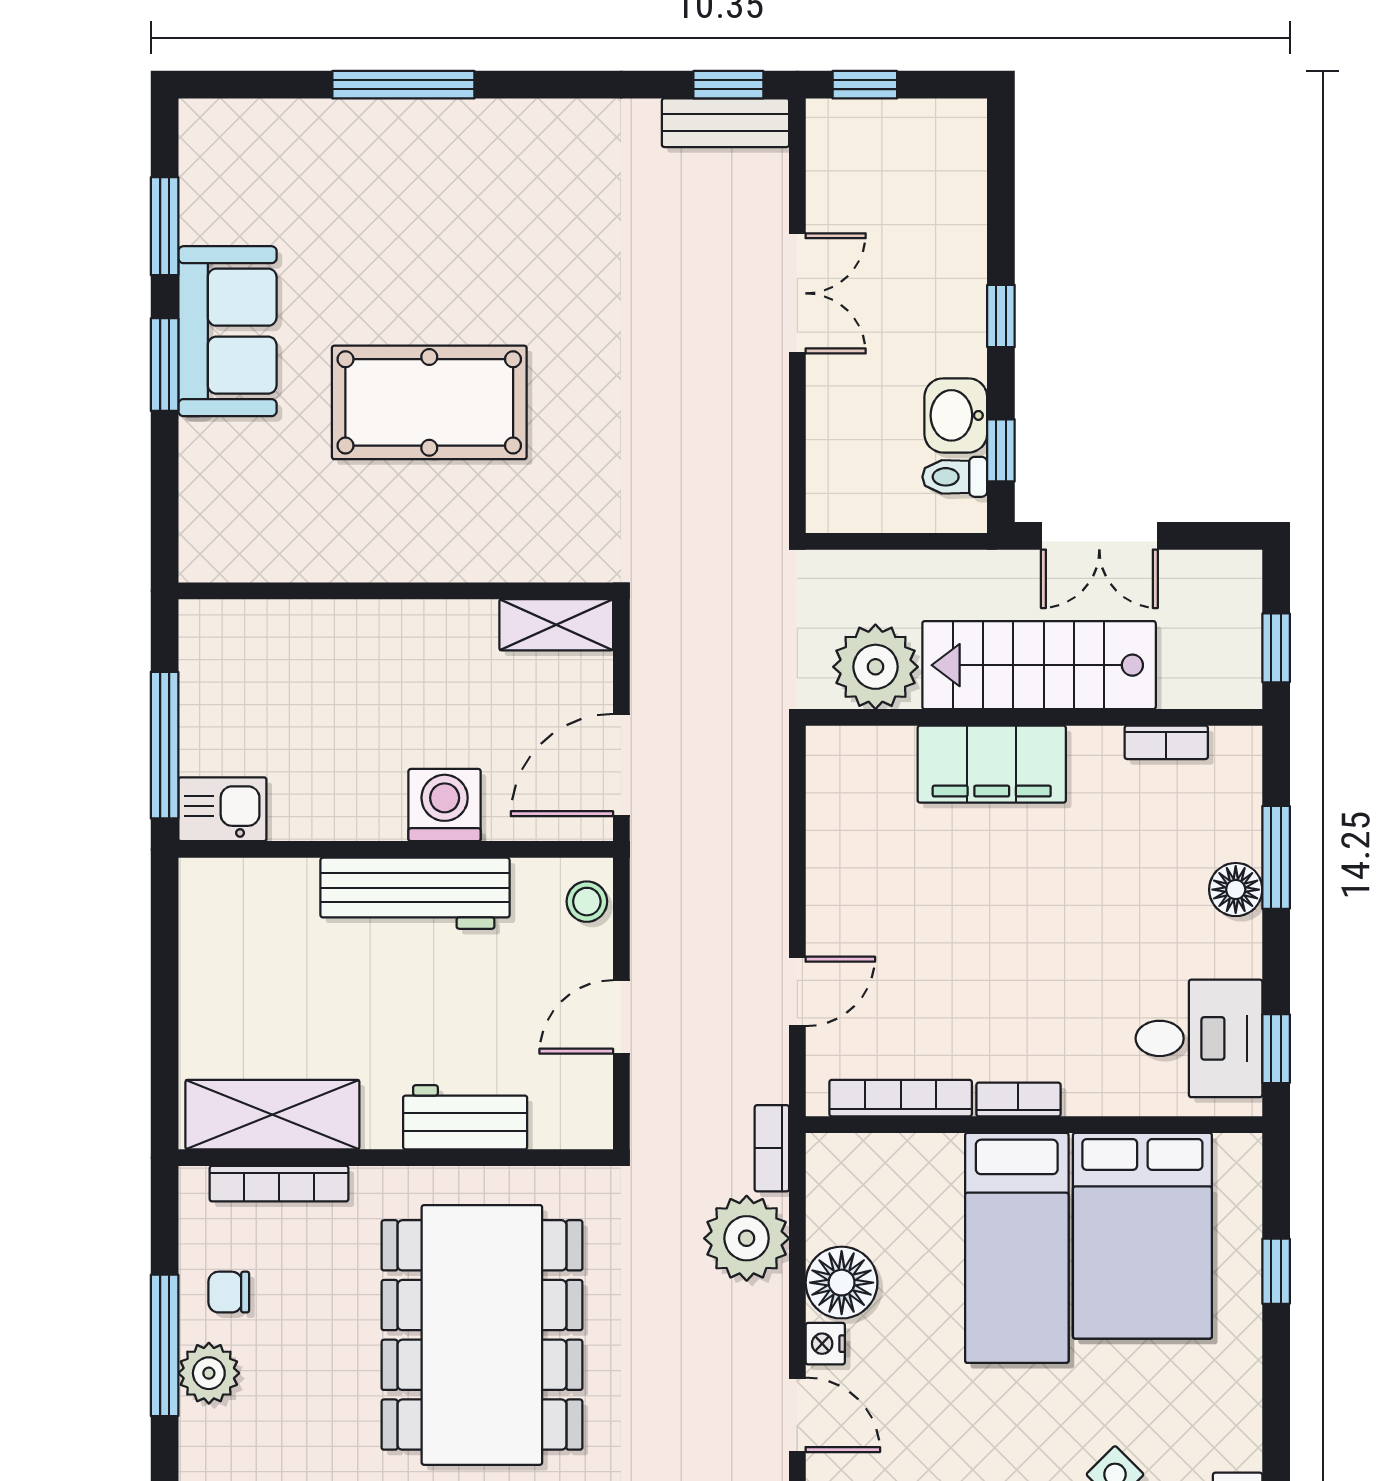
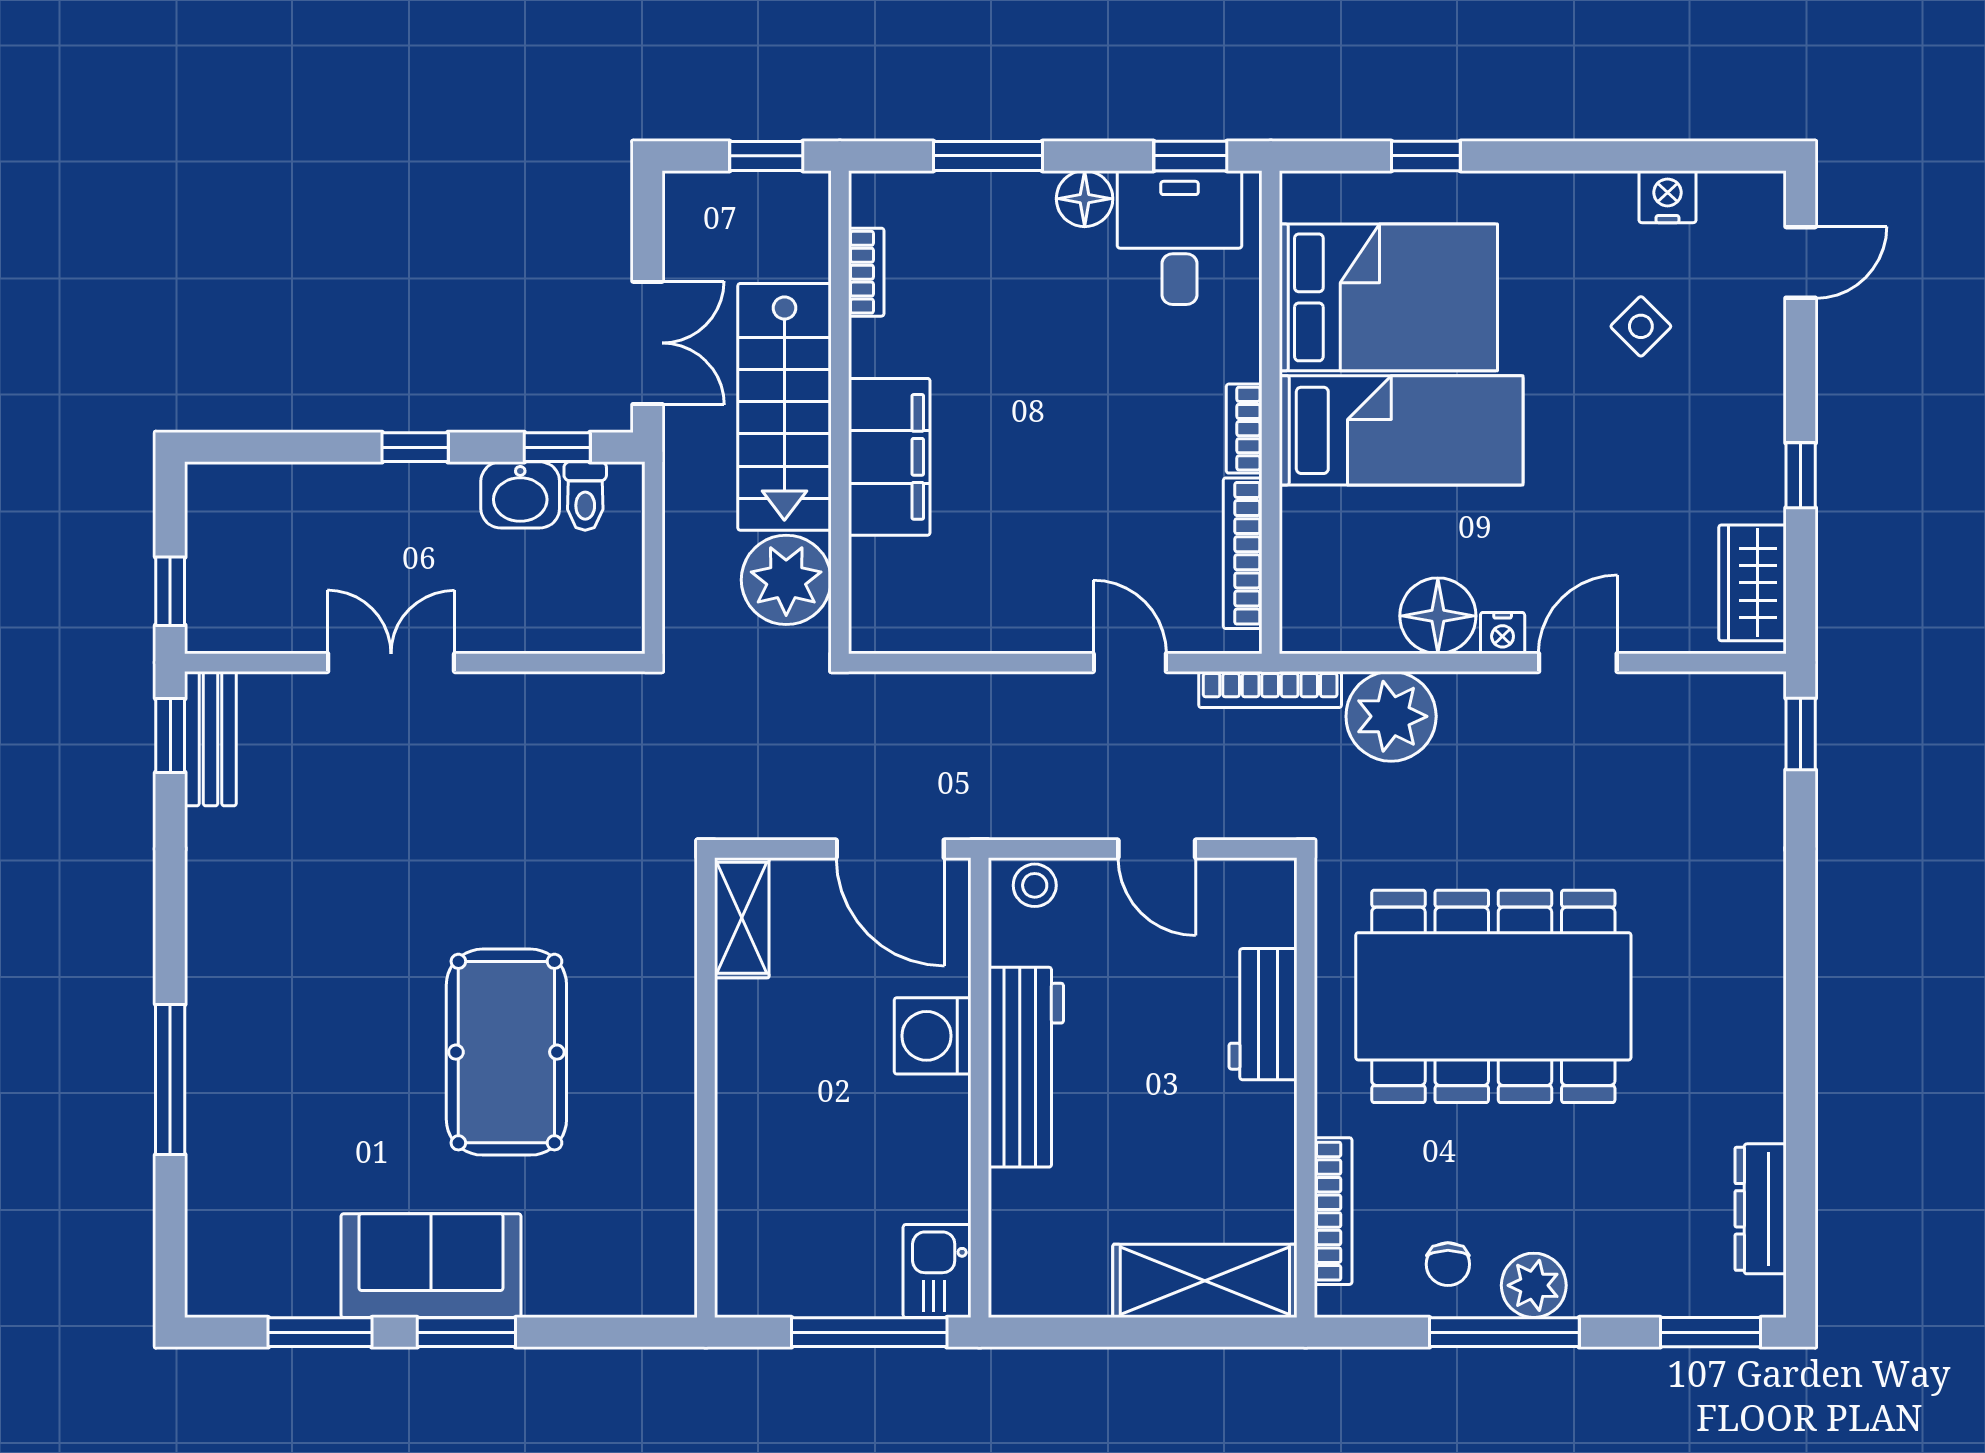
floor lamp: (1236, 890) -> (1085, 199), moved
shelving: (272, 1115) -> (1205, 1281), moved, turned 90
bookcase: (772, 1148) -> (1270, 690), width x1.56

